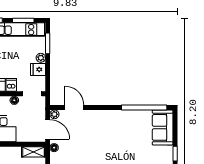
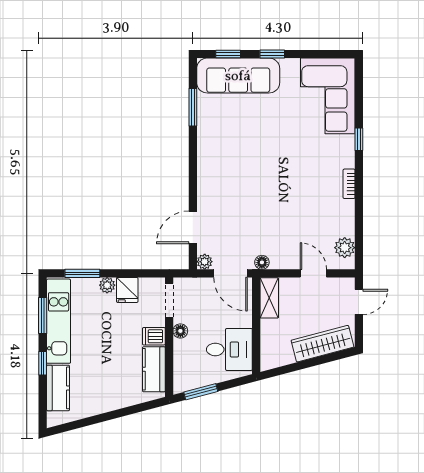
window: (144, 108) -> (193, 107), width x0.47
sofa: (163, 127) -> (238, 76), width x1.36
window: (175, 128) -> (228, 54), added
door: (48, 129) -> (231, 273), swing flipped

